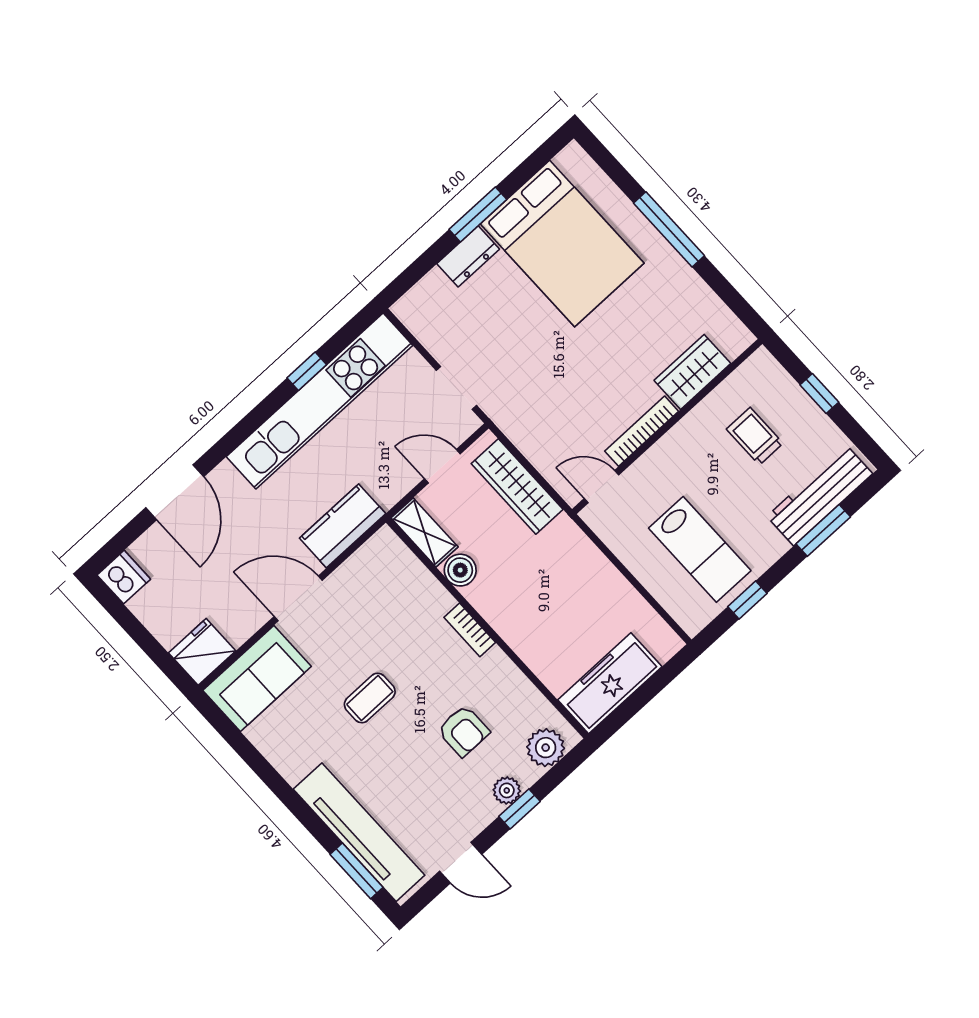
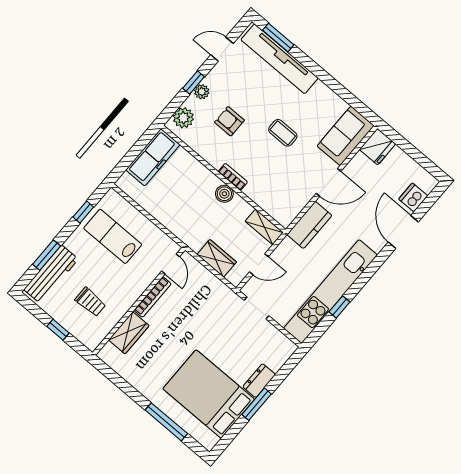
window: (669, 229) -> (166, 422), moved
wardrobe: (517, 487) -> (217, 258), width x0.67
door: (601, 487) -> (171, 264), hinge flipped
boiler: (460, 570) -> (224, 194), moved
dishwasher: (124, 577) -> (413, 197), moved, turned 90
coffee table: (370, 698) -> (283, 133), turned 90

